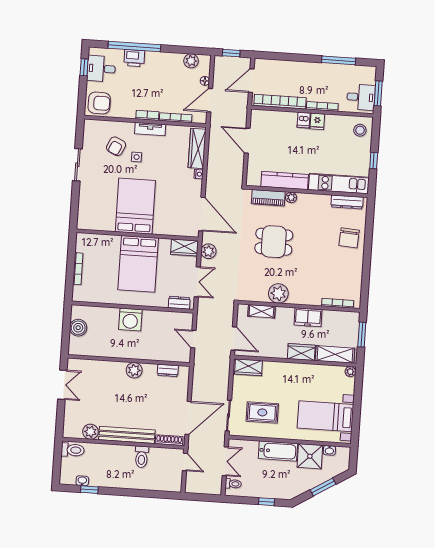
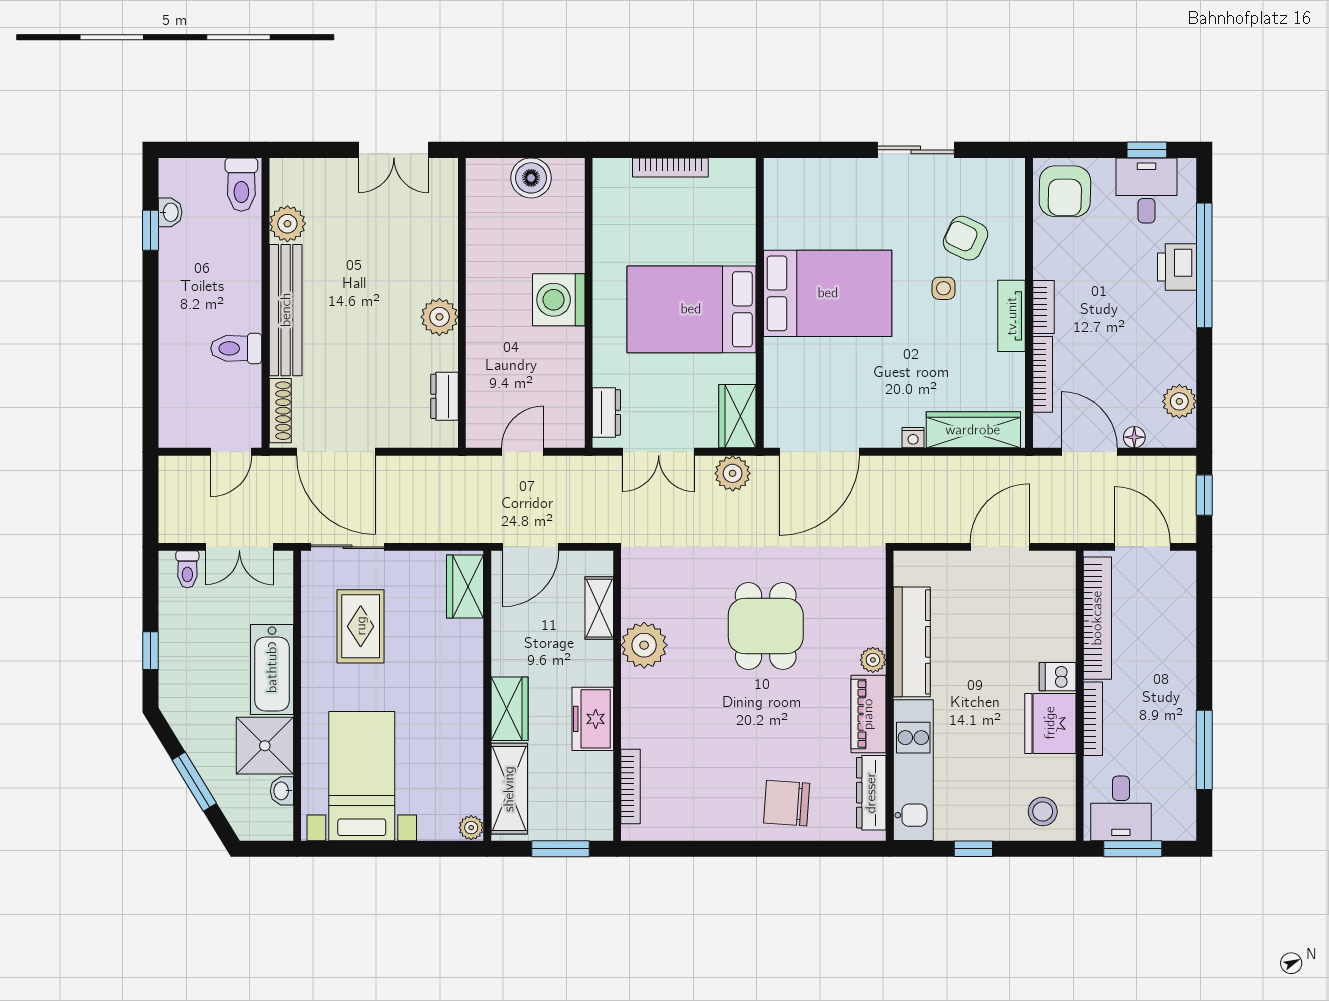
fridge: (317, 121) -> (1050, 723), width x1.88, depth x1.34
piano: (268, 198) -> (868, 714), moved

